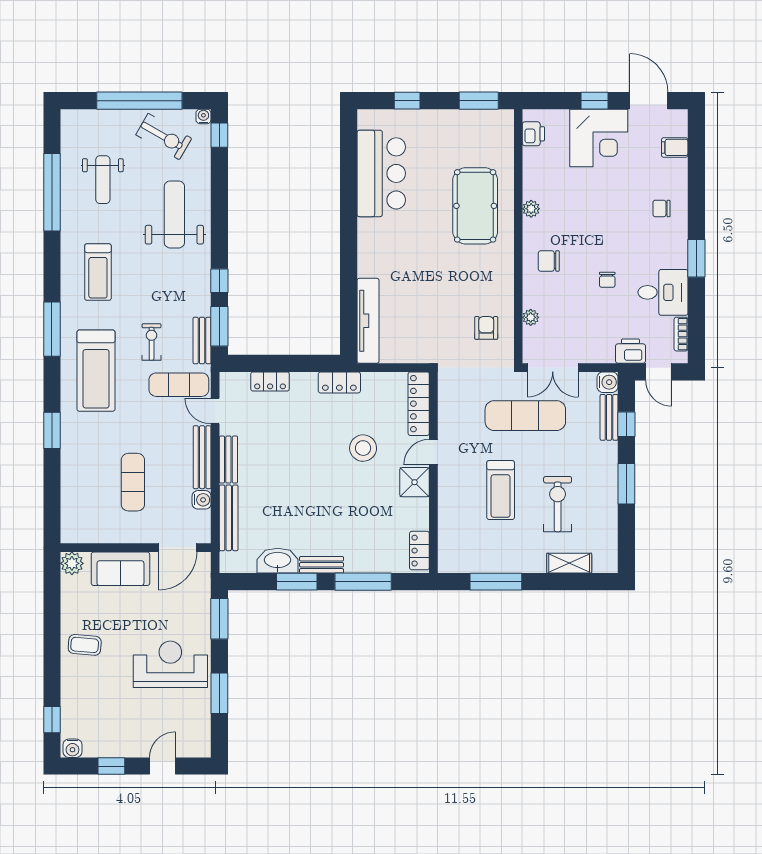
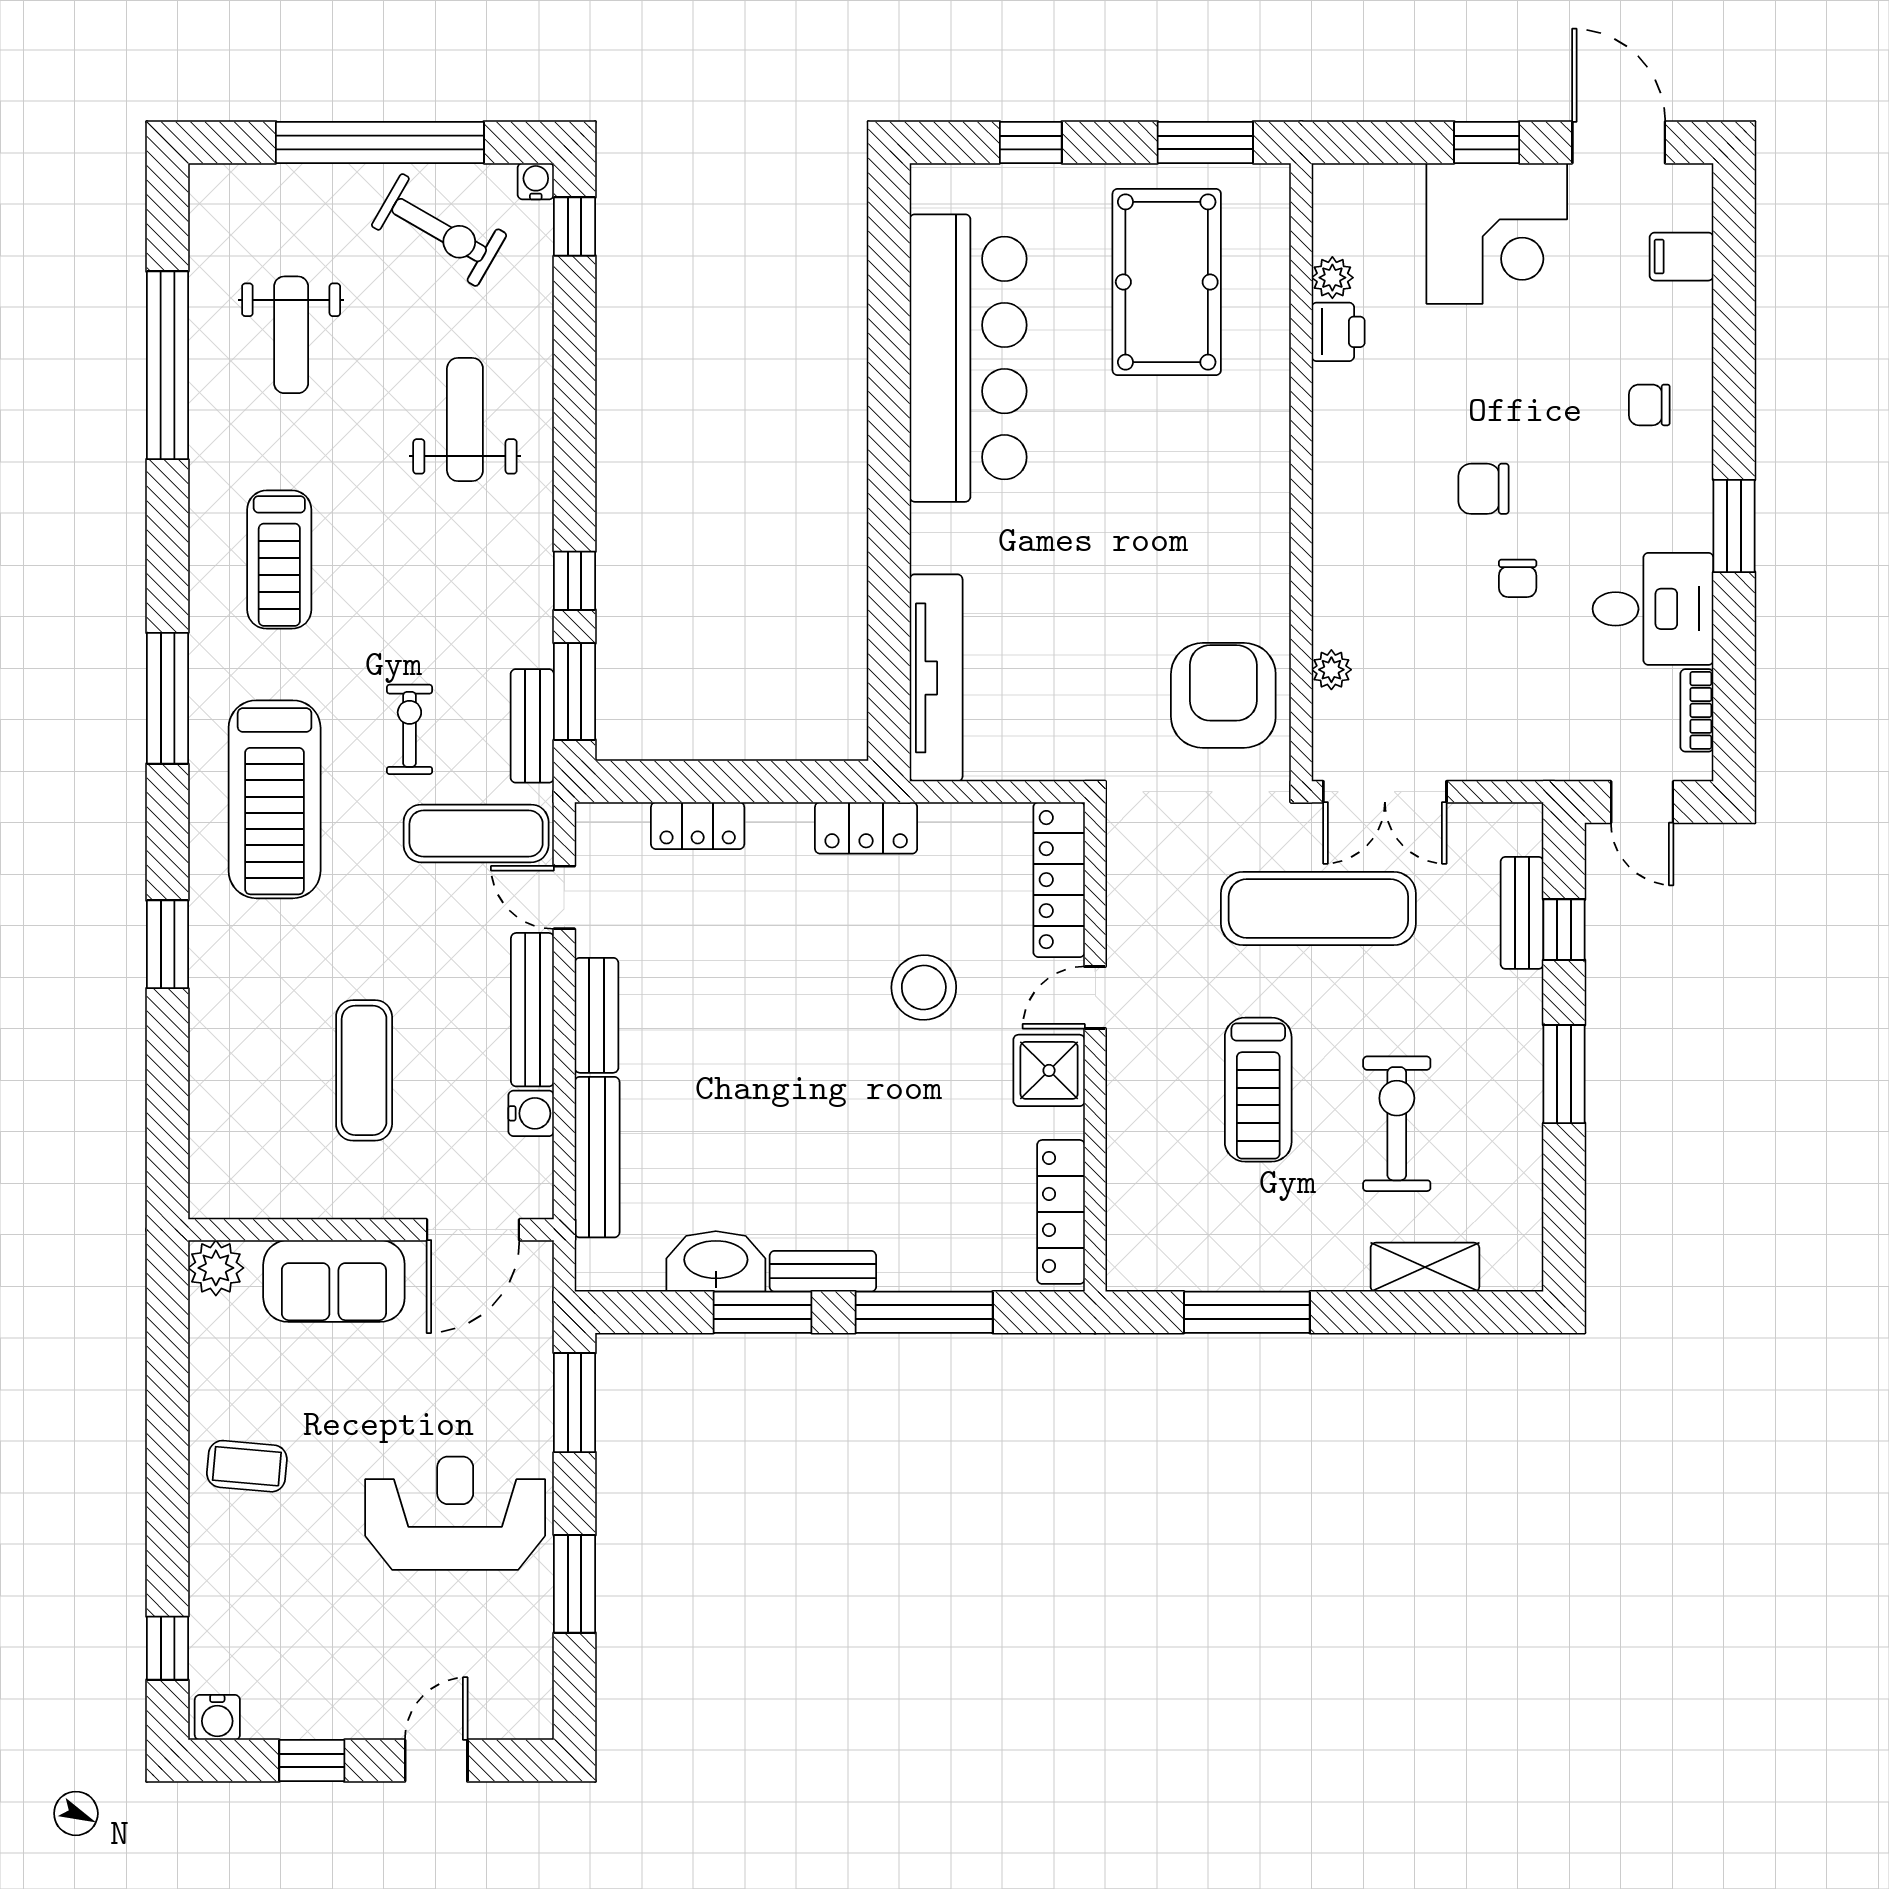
printer: (533, 134) -> (1338, 332), moved
bar counter: (381, 173) -> (968, 358), width x1.36
pool table: (475, 206) -> (1167, 282), moved
plant: (531, 209) -> (1332, 278), moved
weight bench: (174, 214) -> (465, 419), width x0.73, depth x0.75
chair: (549, 261) -> (1484, 489), moved
armchair: (486, 328) -> (1223, 695), width x1.88, depth x1.88
printer: (630, 351) -> (1574, 752), removed
water cooler: (607, 382) -> (1518, 827), removed
locker: (419, 551) -> (1061, 1212), width x1.53

